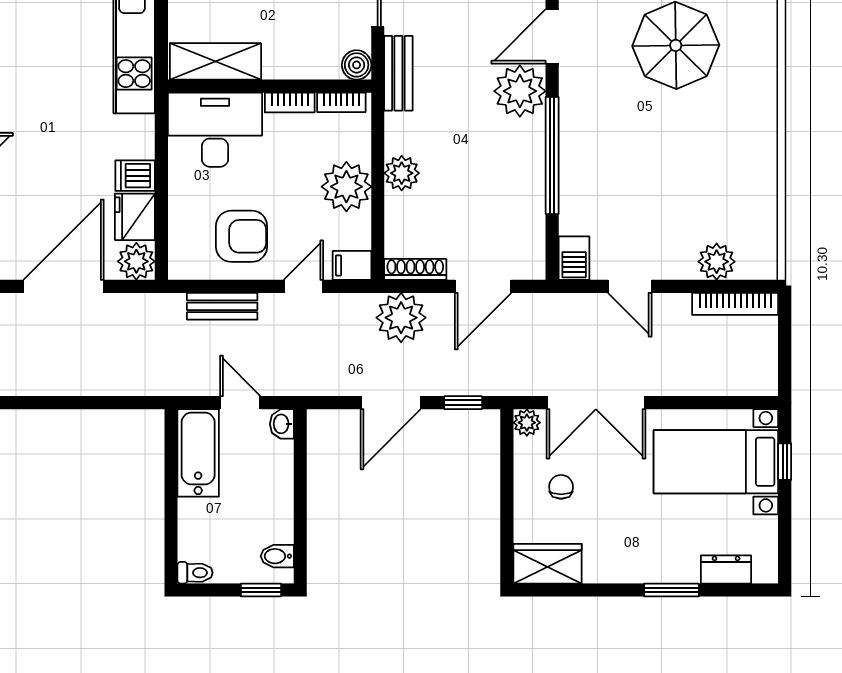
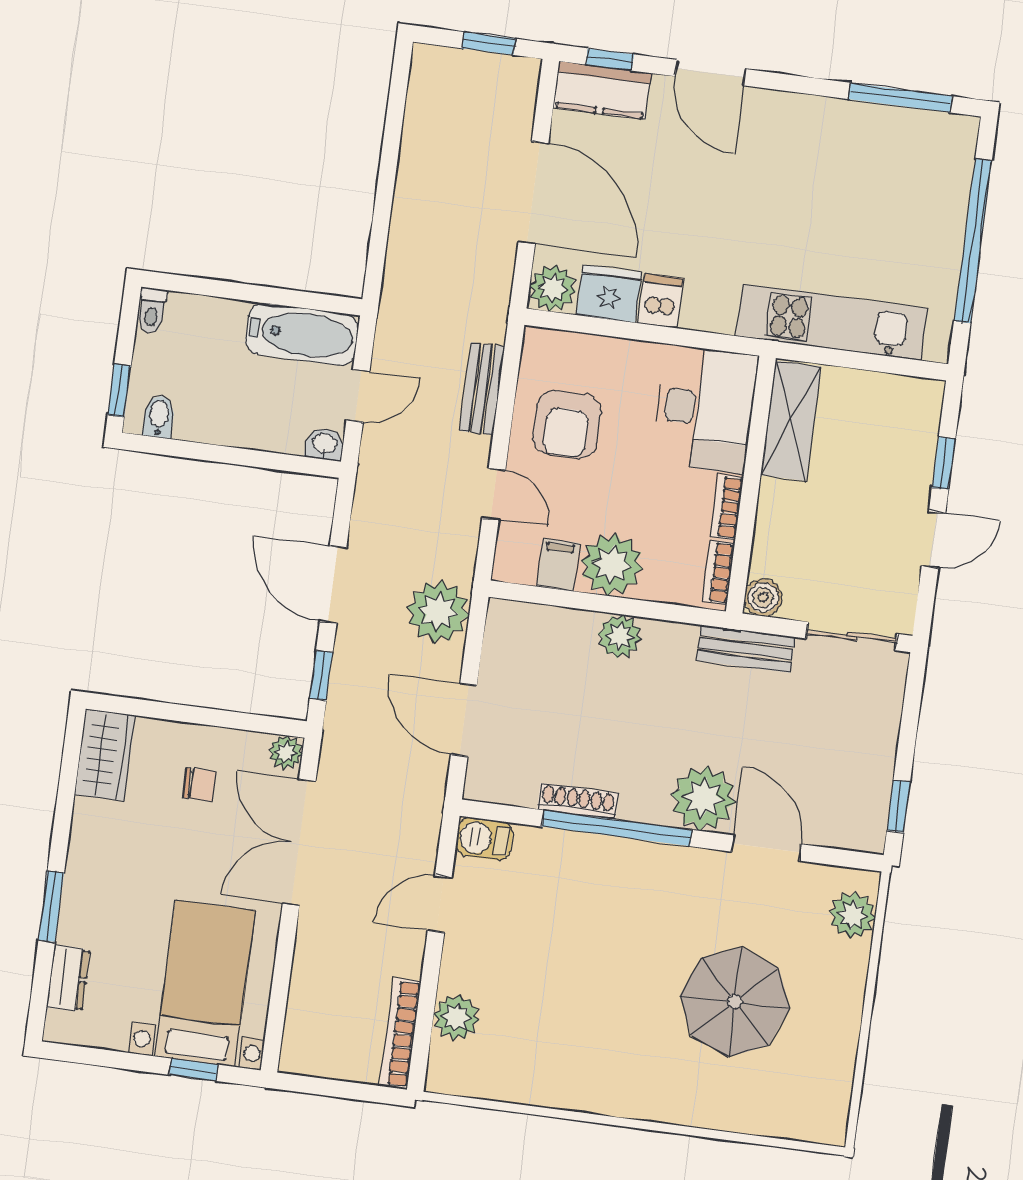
filing cabinet: (352, 265) -> (558, 565), moved
shoe rack: (415, 269) -> (578, 801), moved, turned -90

